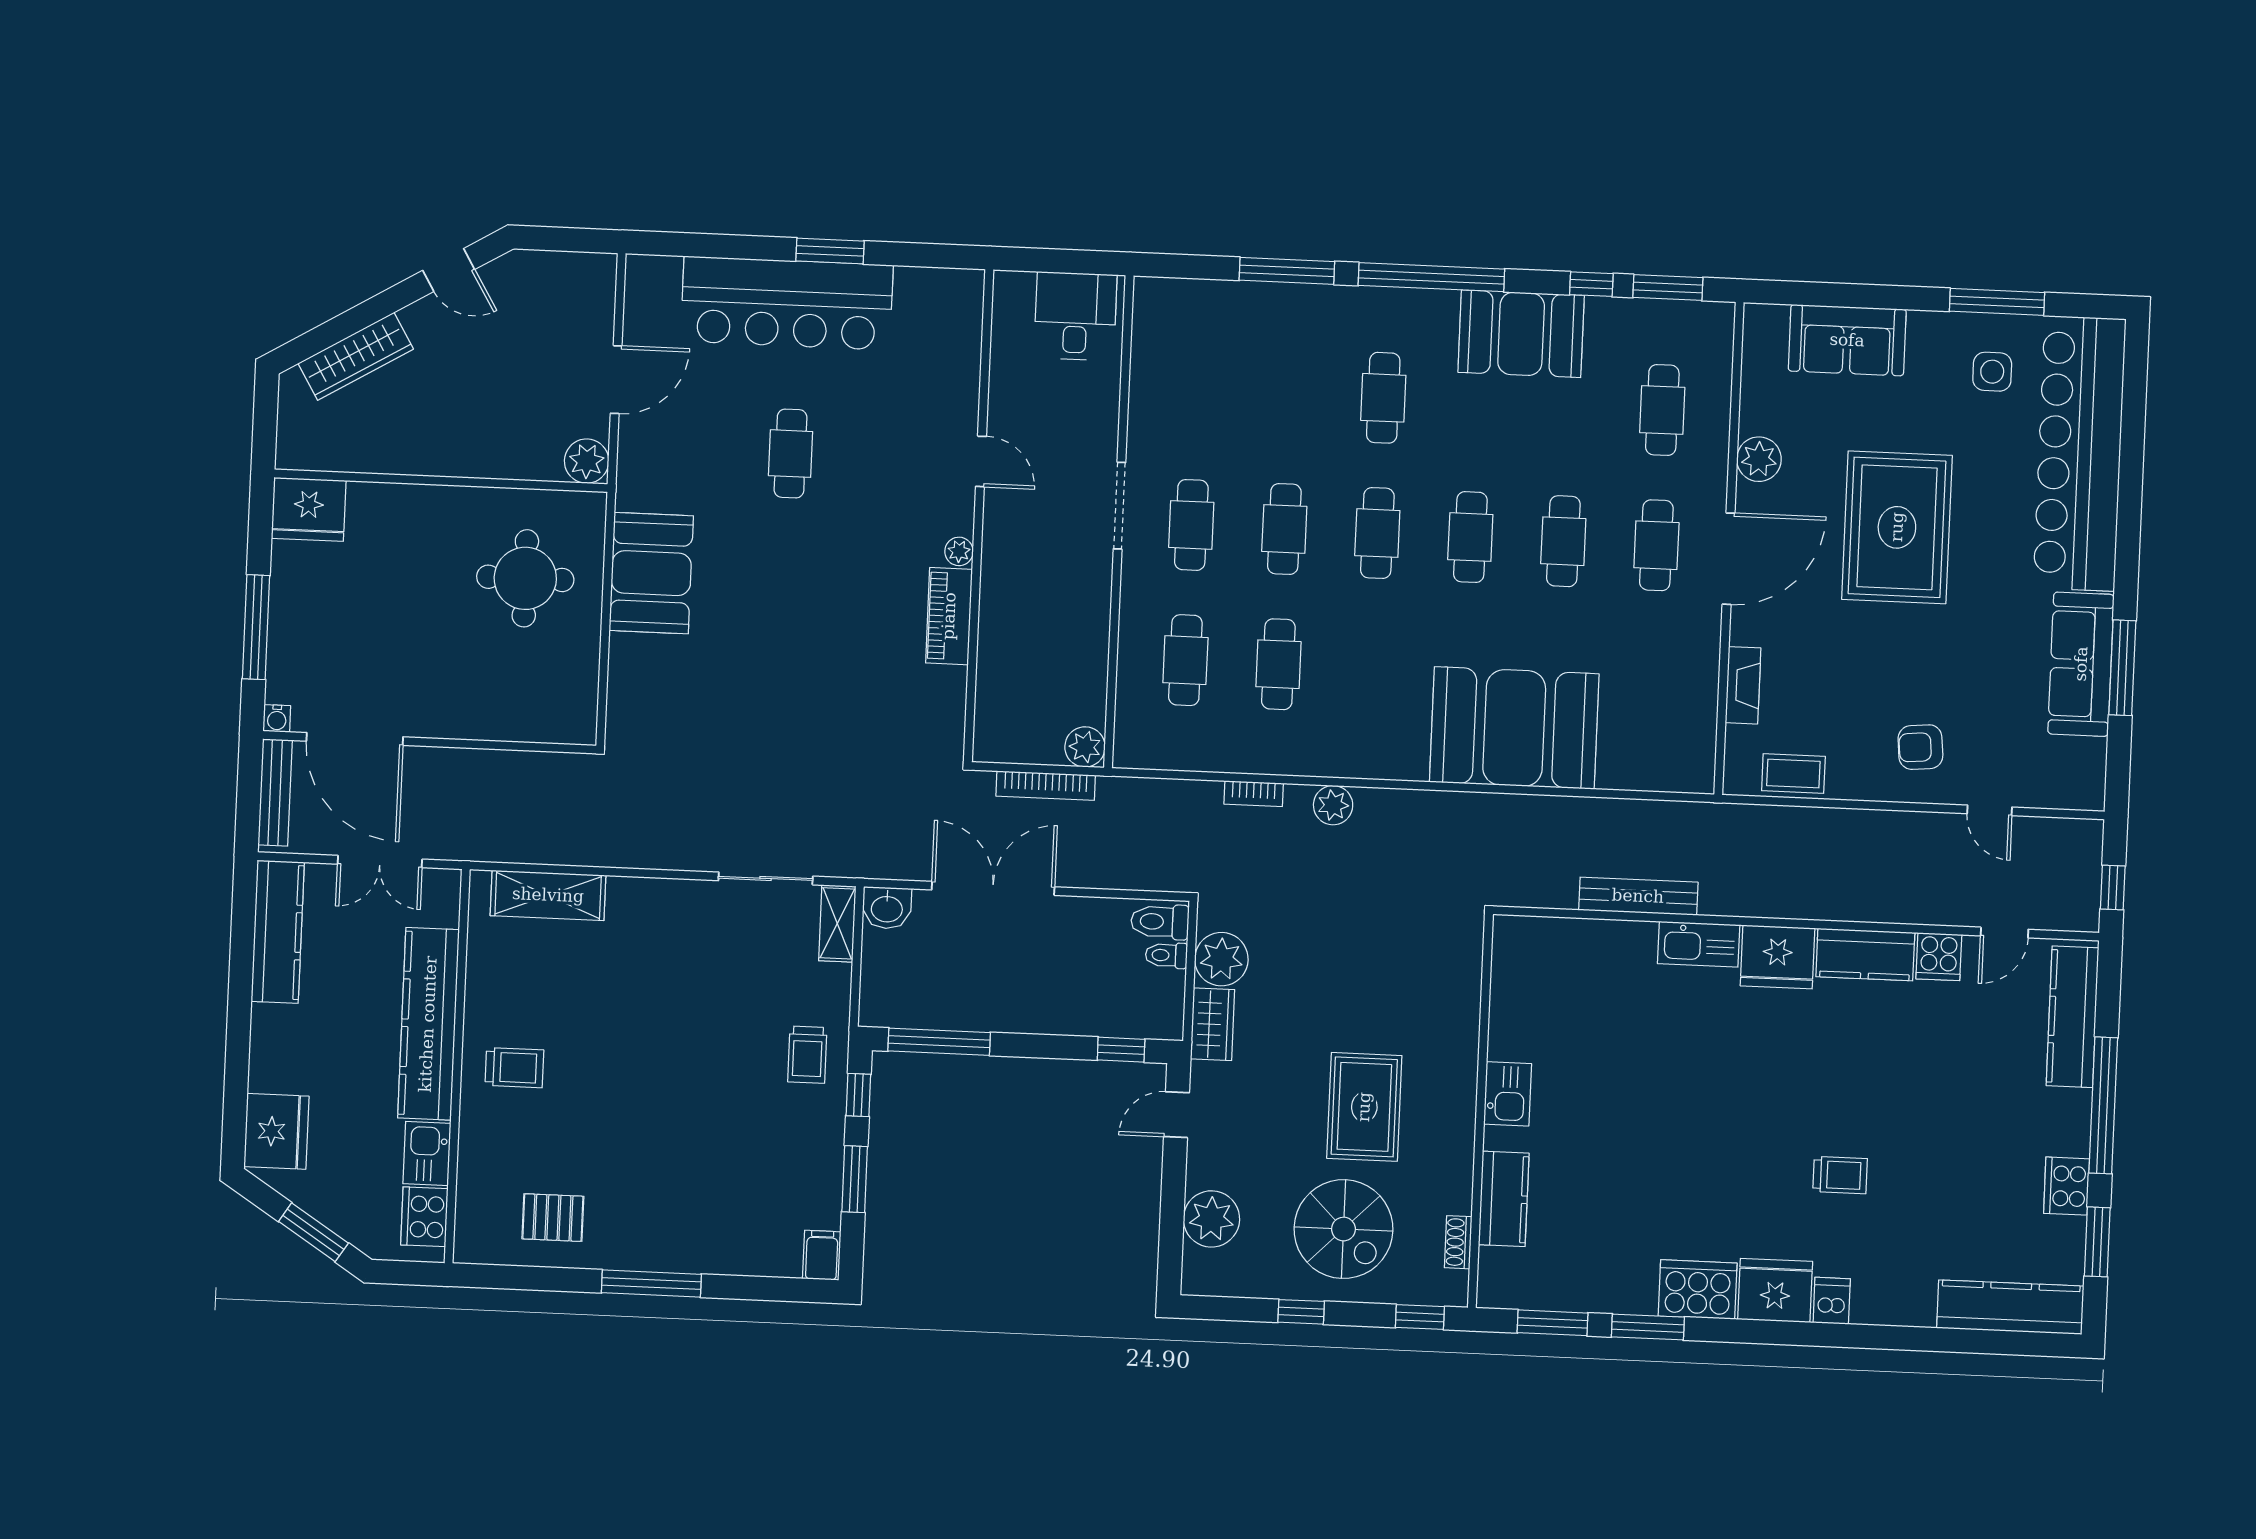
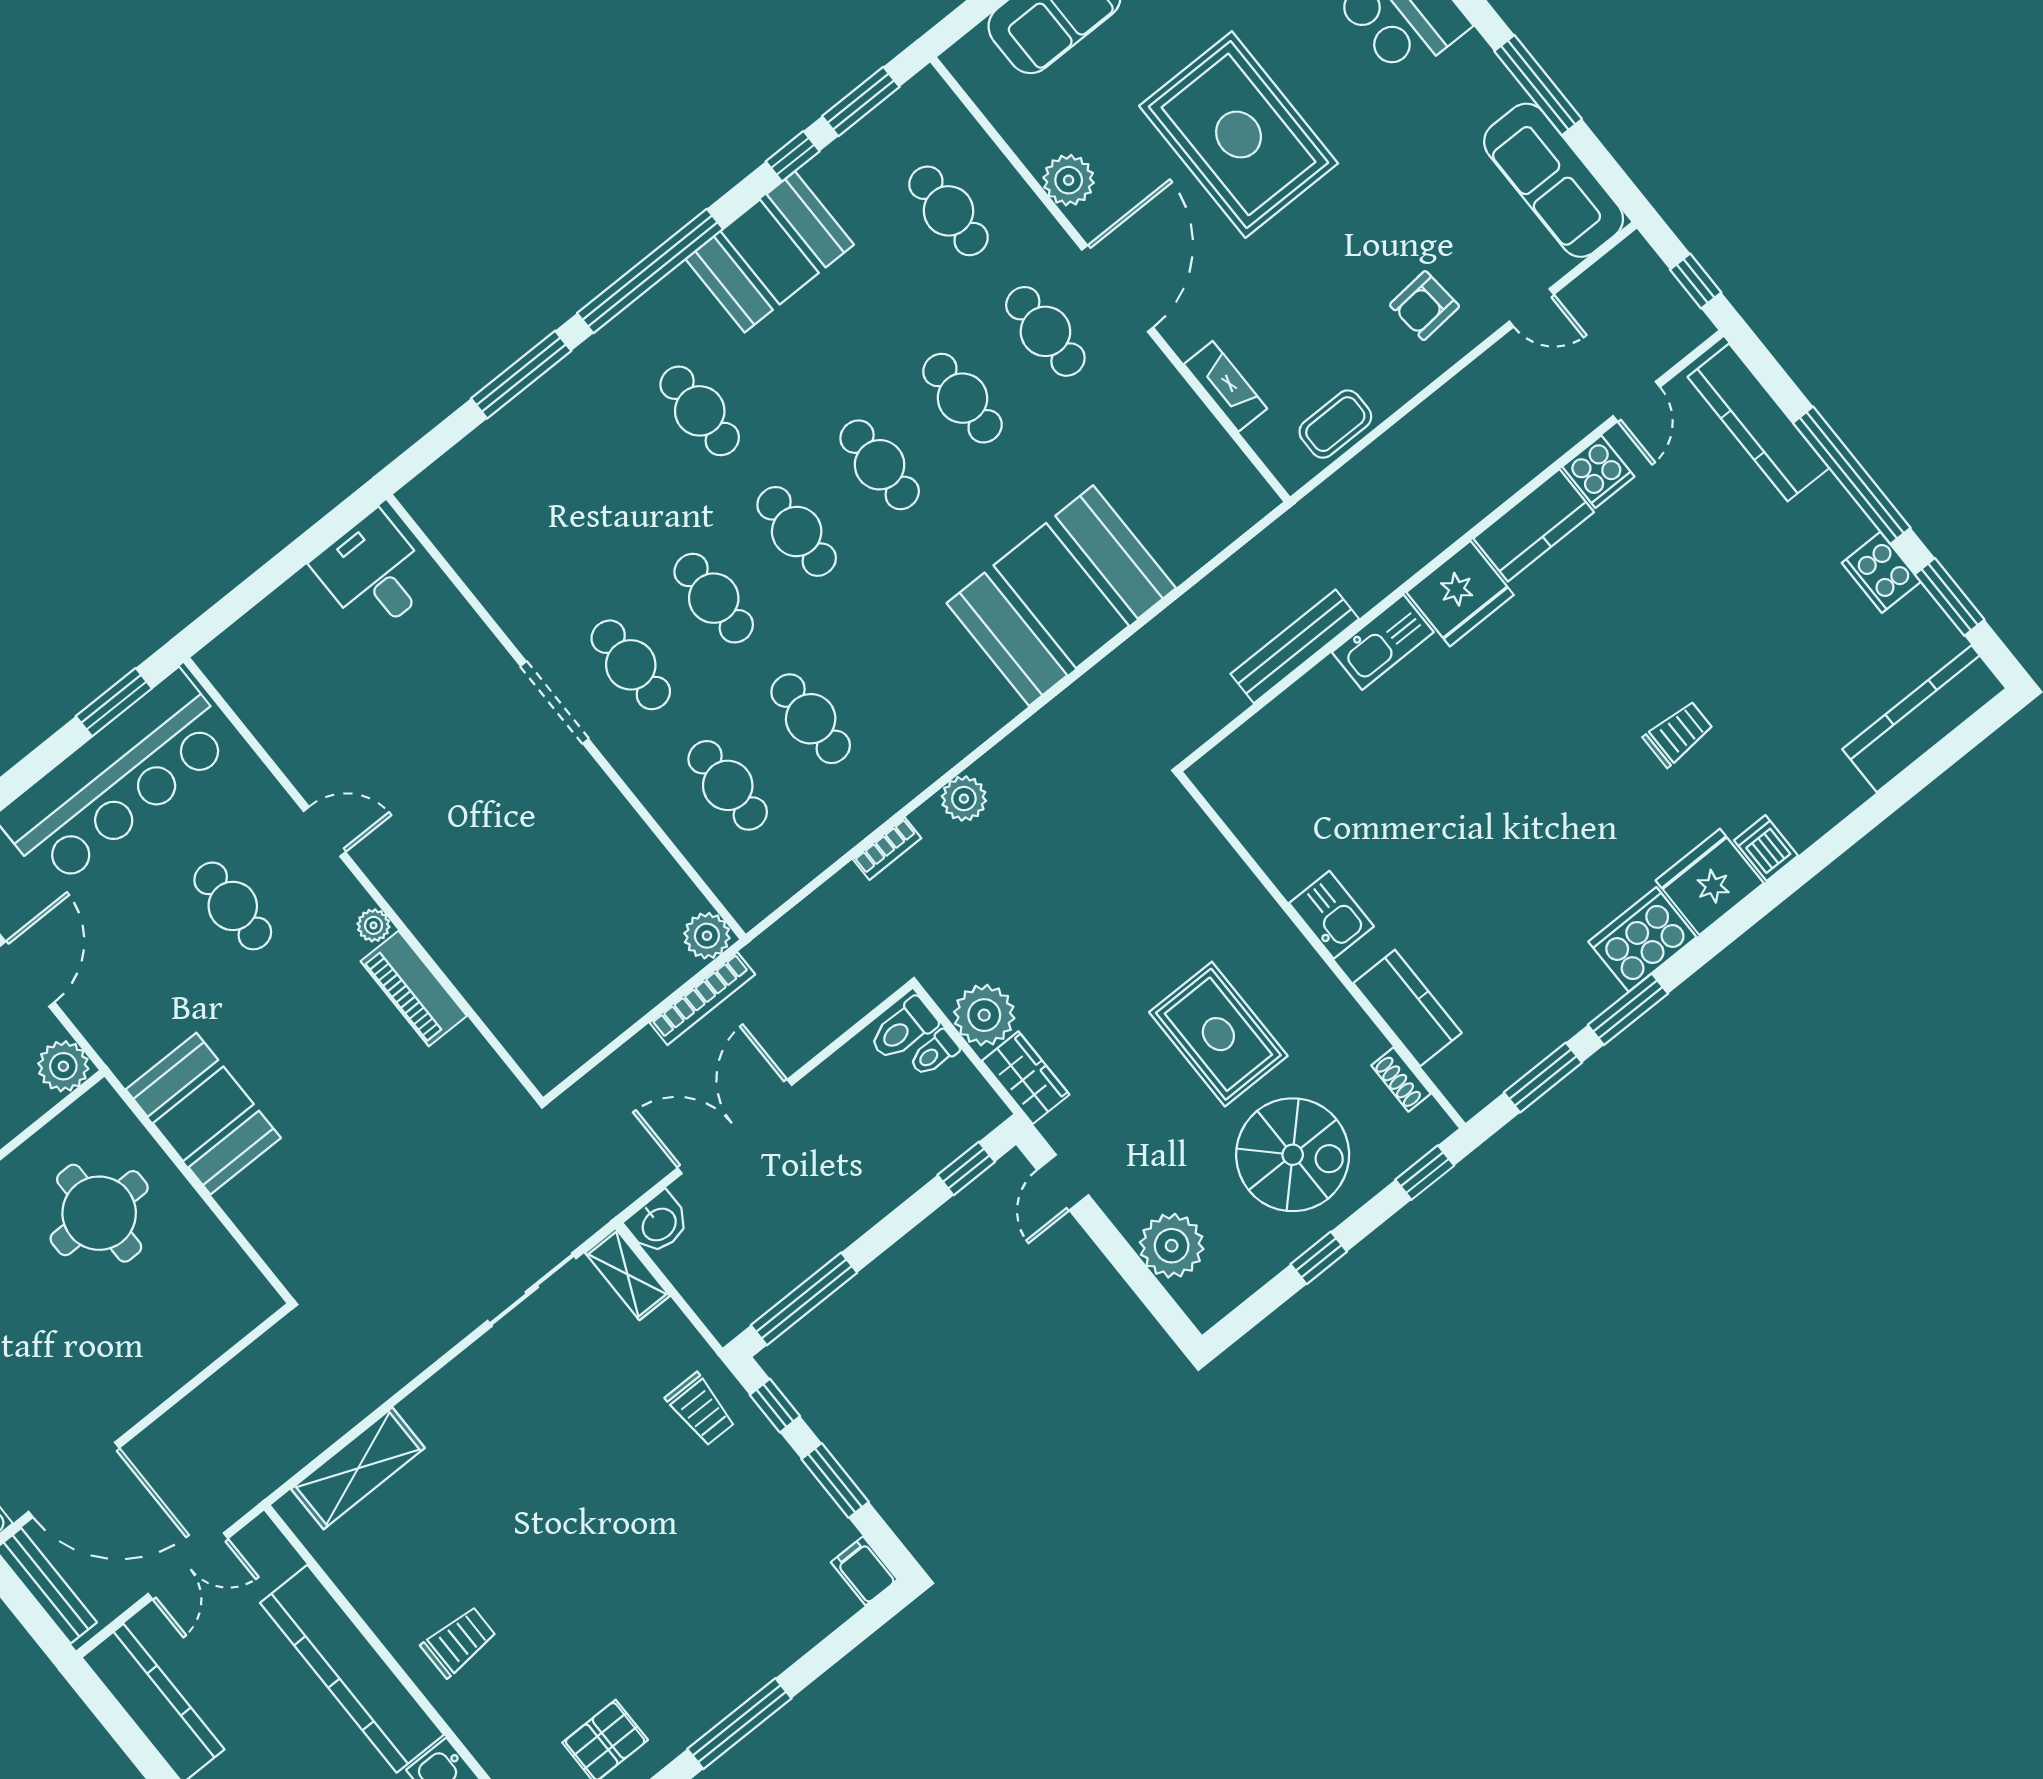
door: (981, 461) -> (324, 832), moved
wall: (979, 516) -> (363, 880), moved
plant: (959, 551) -> (374, 925), moved
piano: (949, 616) -> (414, 988), moved
sofa: (2081, 664) -> (1554, 180), moved

